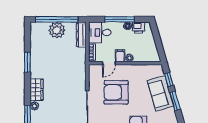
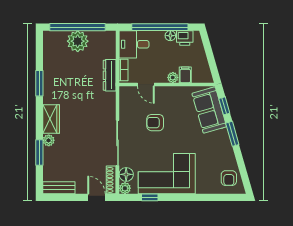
window: (120, 19) -> (160, 27), width x1.46
dresser: (81, 35) -> (110, 75), moved
filing cabinet: (120, 56) -> (185, 75), moved
door: (109, 63) -> (146, 84), hinge flipped
armchair: (116, 92) -> (155, 123), width x0.53, depth x0.53
sofa: (160, 93) -> (209, 110), moved

